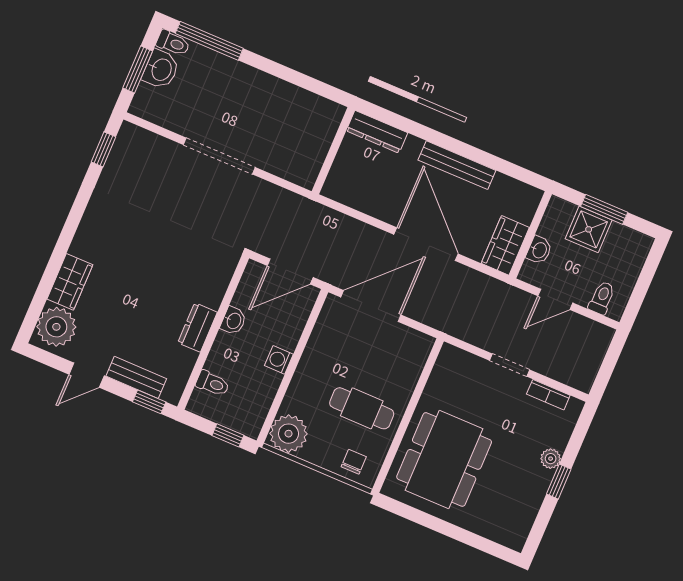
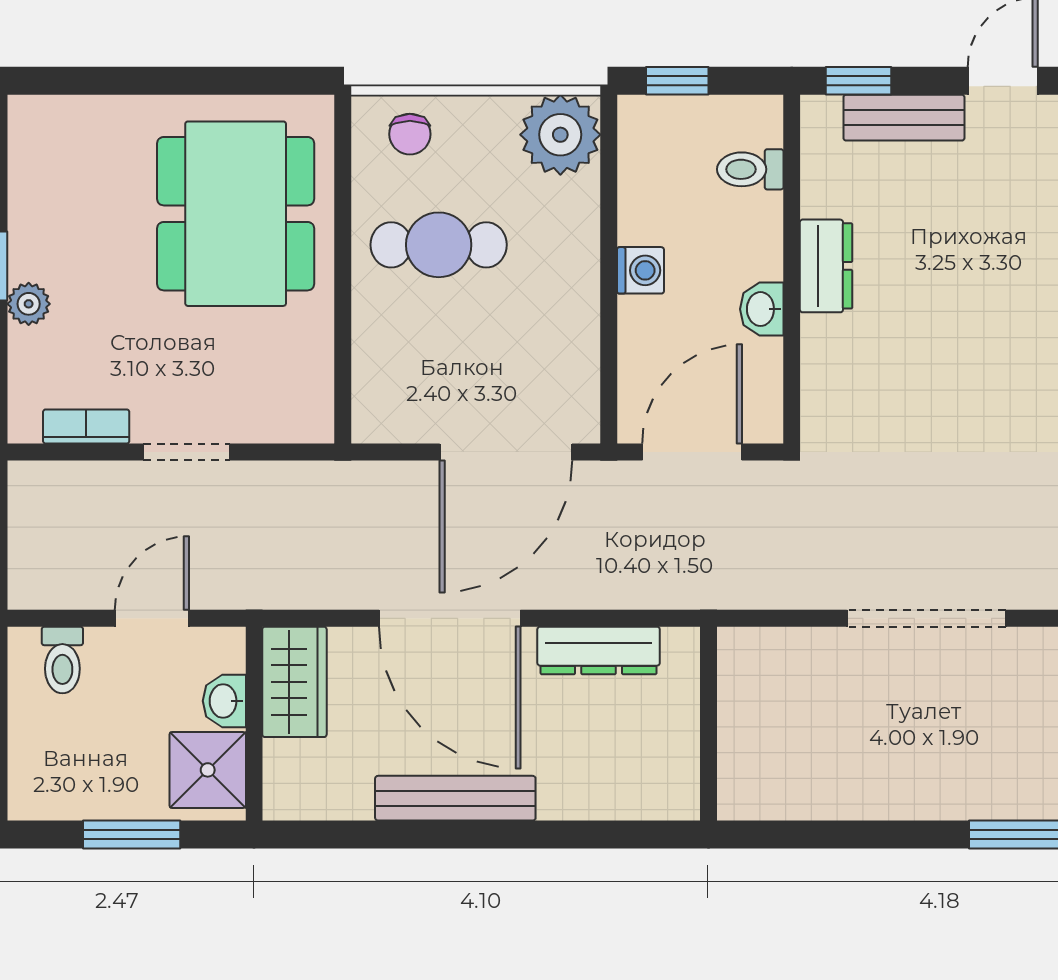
dresser: (377, 132) -> (599, 651), moved, turned 180
shower: (589, 229) -> (208, 770), moved

